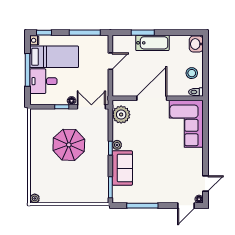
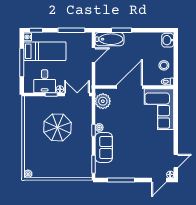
bathtub: (152, 43) -> (109, 39), moved
desk: (43, 81) -> (45, 81), moved, turned -90

